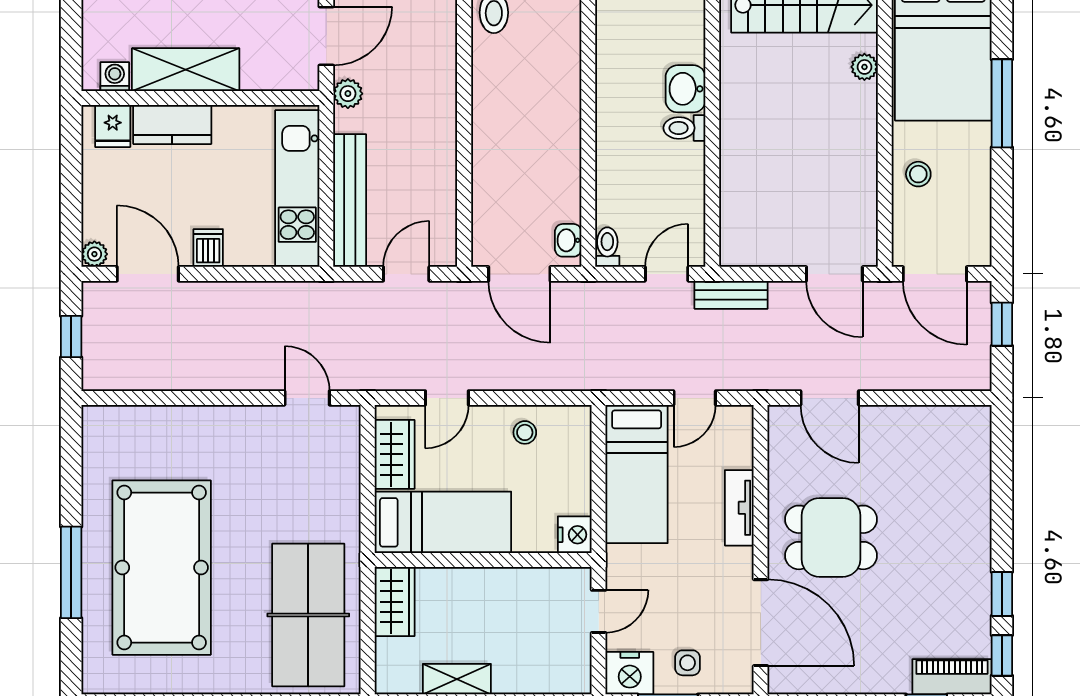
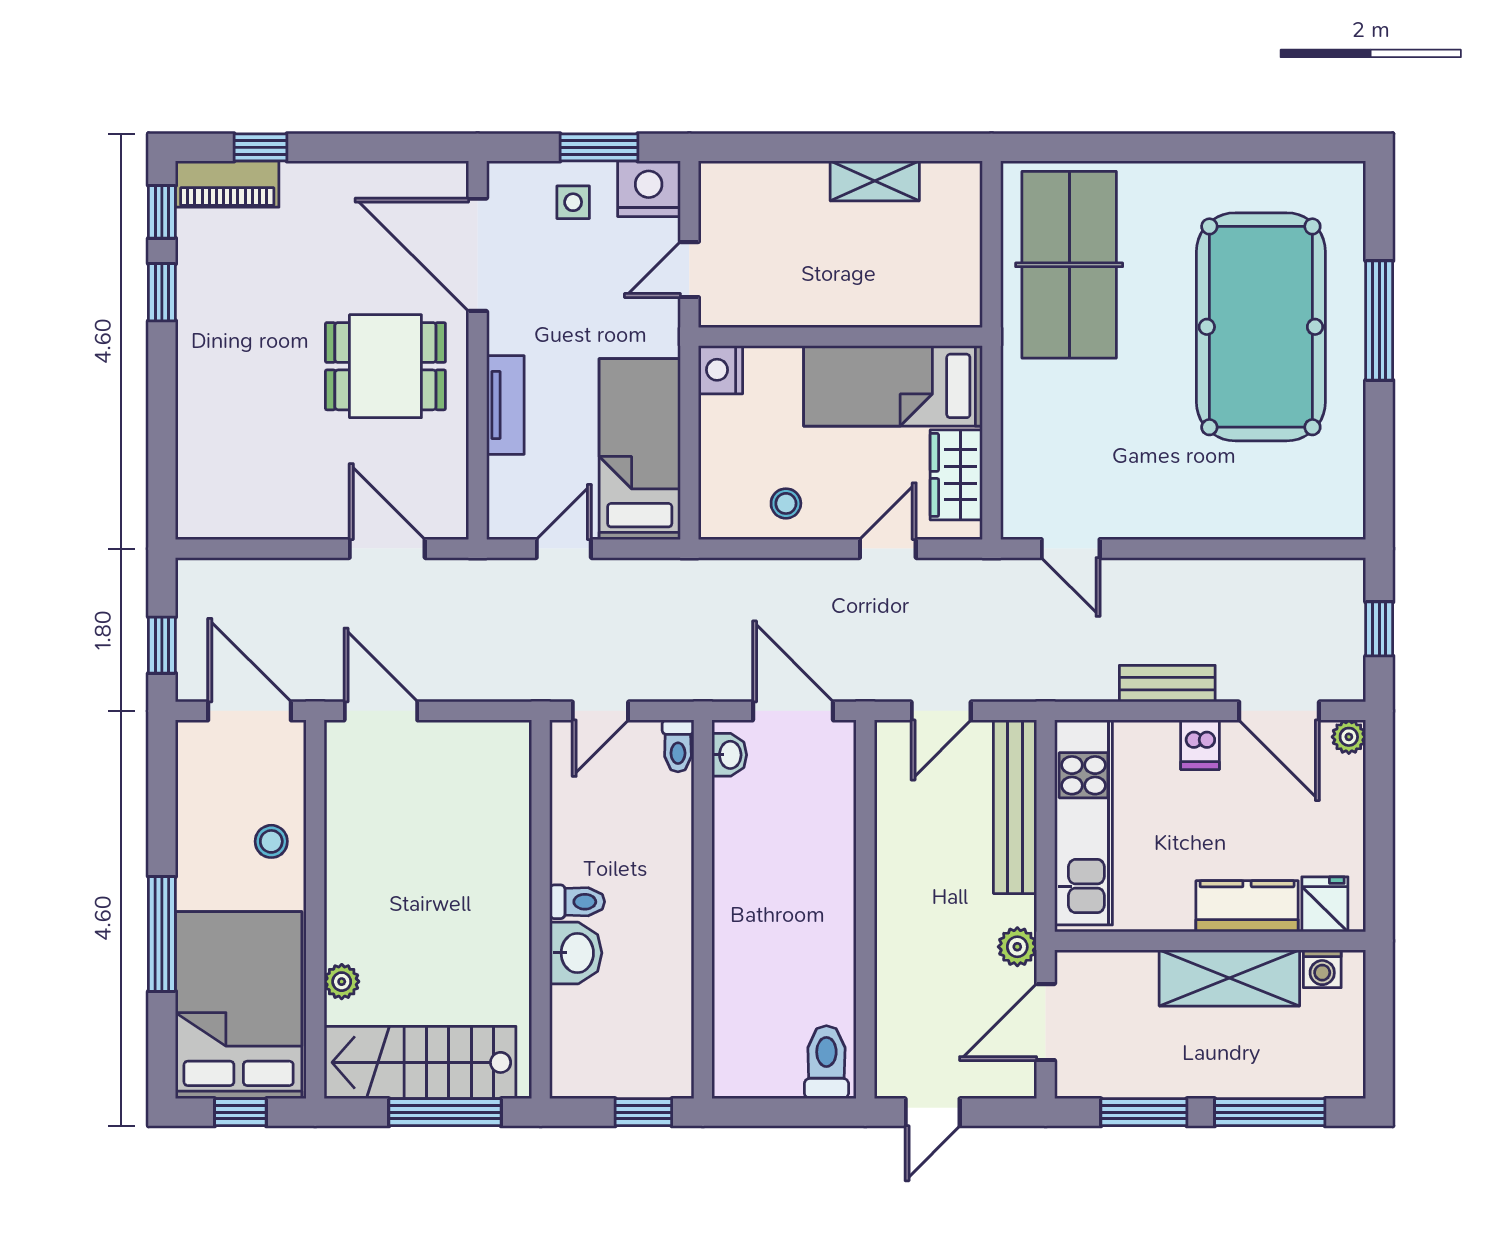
bench: (731, 295) -> (1167, 684), moved
wardrobe: (395, 602) -> (956, 282), removed

